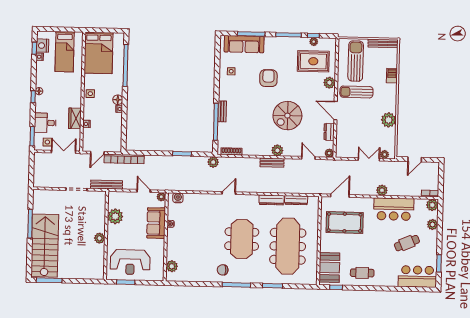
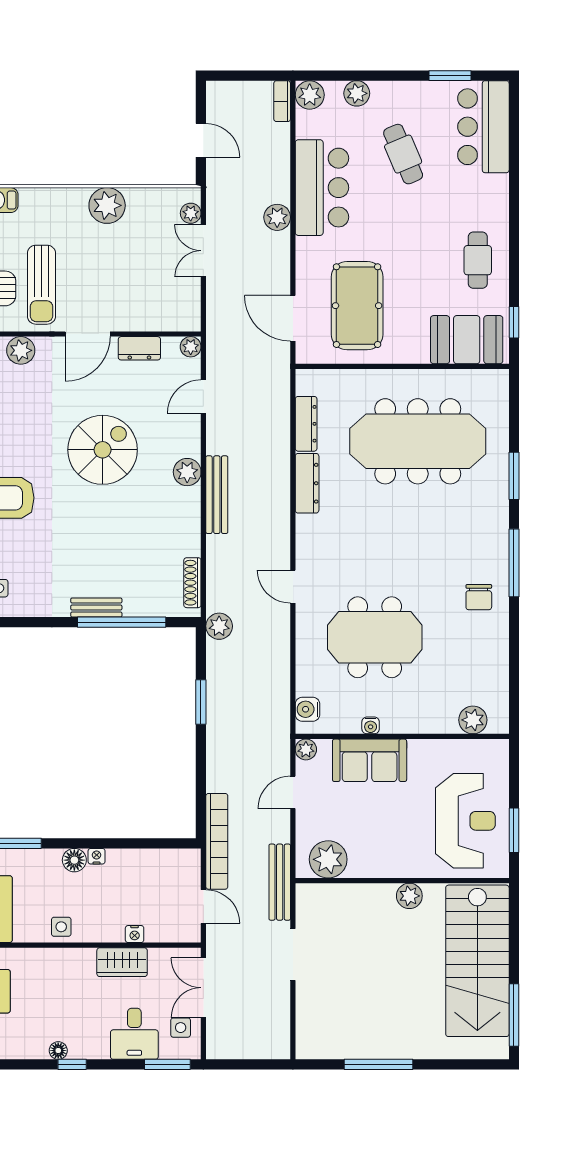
spiral stairs: (287, 116) -> (103, 450), turned -90
bench: (272, 163) -> (217, 495), width x1.36
plant: (115, 216) -> (328, 859), moved
meeting table: (242, 239) -> (375, 637), moved
stairs: (45, 246) -> (477, 961), moved, turned -90

